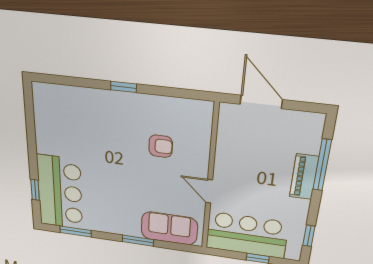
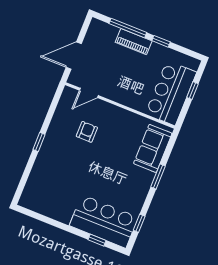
door: (209, 191) -> (89, 93), moved
window: (76, 231) -> (139, 223), width x0.67
window: (309, 236) -> (161, 41), moved

